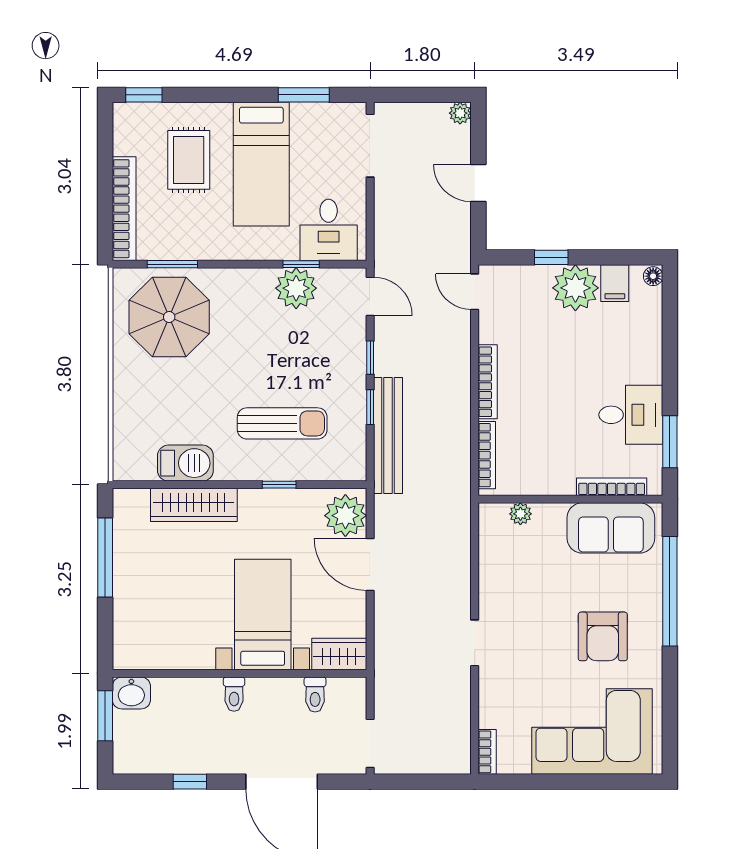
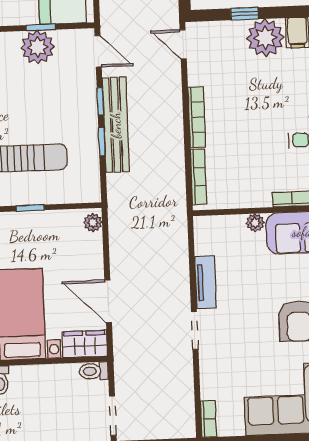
bench: (388, 436) -> (116, 125), moved
plant: (520, 514) -> (255, 223), moved
plant: (345, 516) -> (93, 223), width x0.53, depth x0.53
door: (370, 564) -> (108, 301), moved
tv unit: (490, 585) -> (206, 282), added
toilet: (315, 695) -> (94, 371), moved, turned 90

